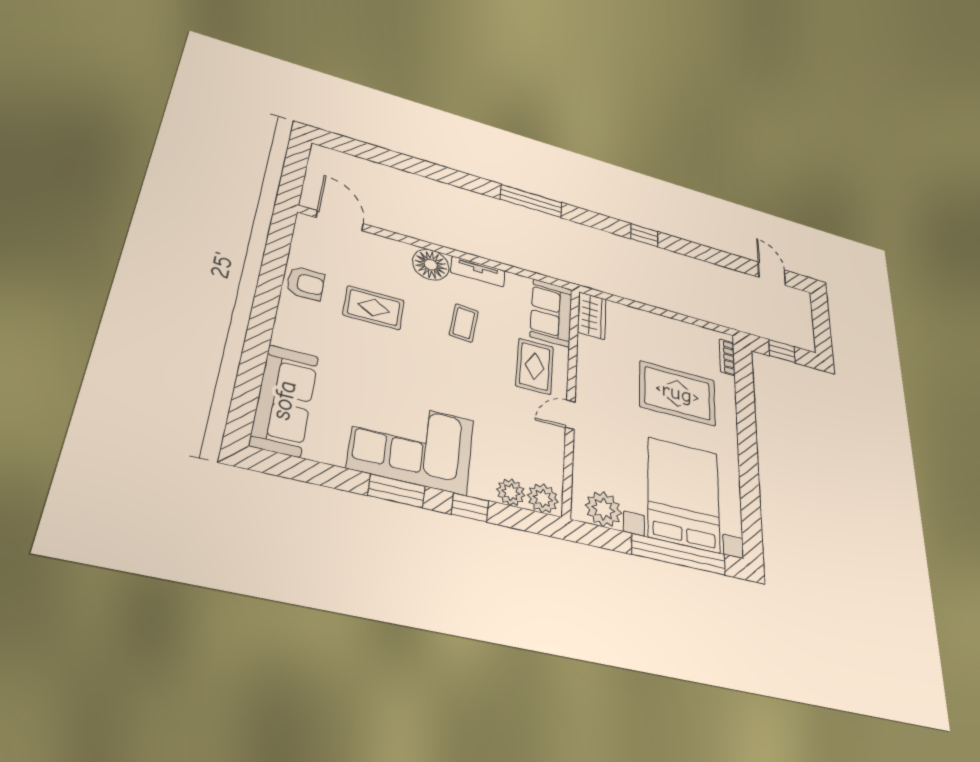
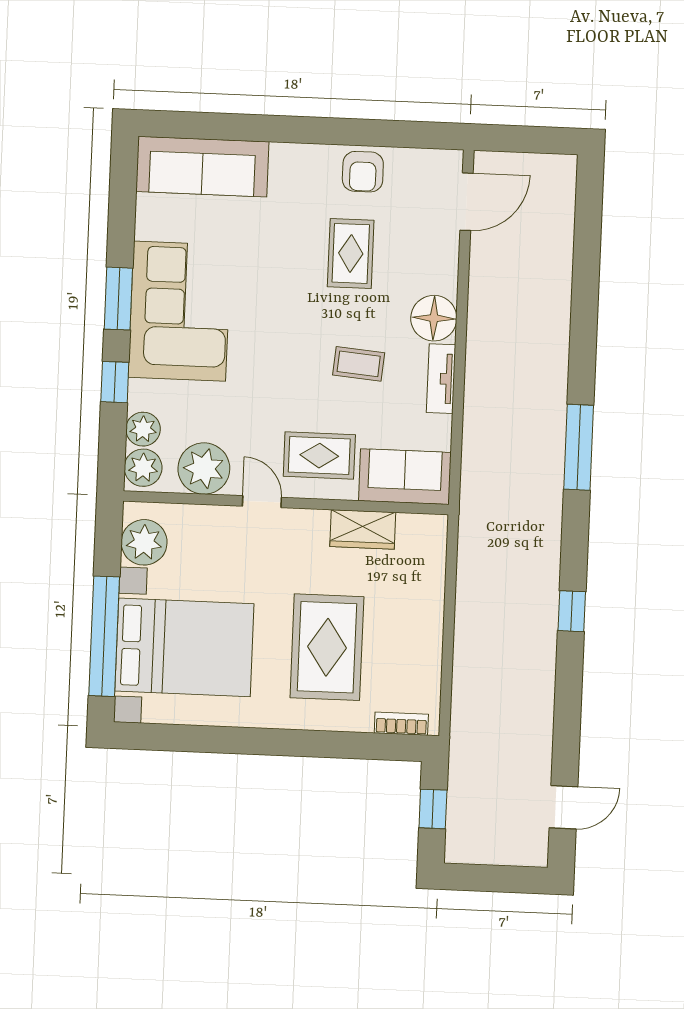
wardrobe: (592, 316) -> (363, 529), moved
plant: (544, 452) -> (204, 469), added

